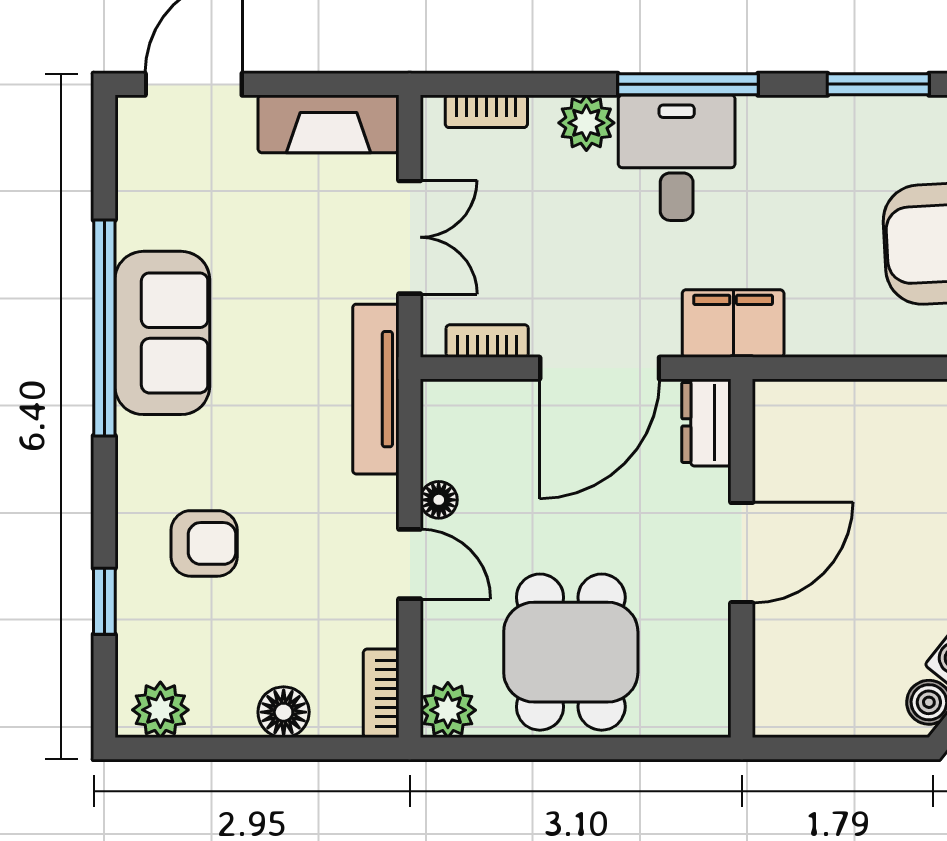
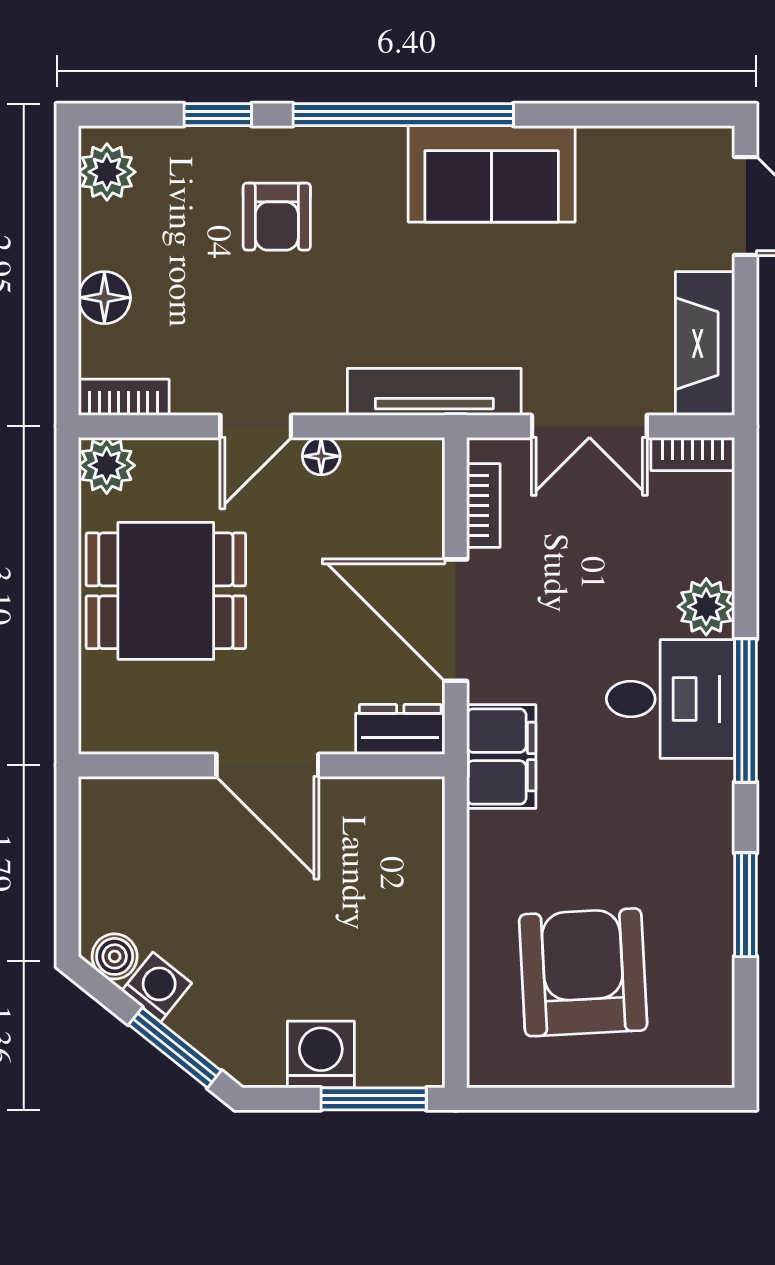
bookcase: (486, 111) -> (693, 454), moved, turned -90
window: (104, 328) -> (403, 115), moved

